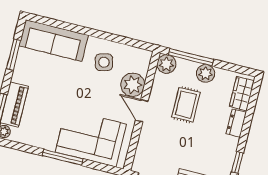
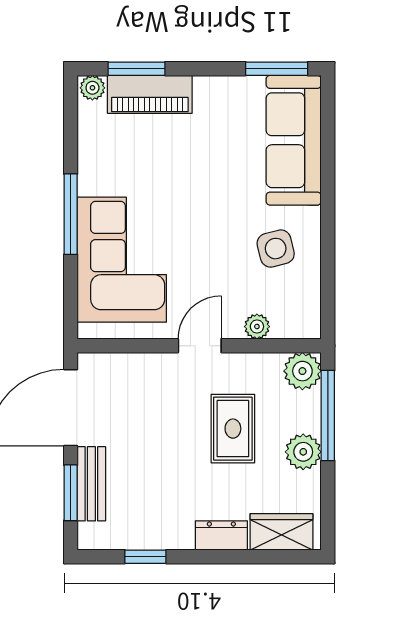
window: (13, 55) -> (277, 69), moved
plant: (133, 85) -> (257, 327), width x0.53, depth x0.53
rug: (186, 105) -> (233, 429), turned 90

